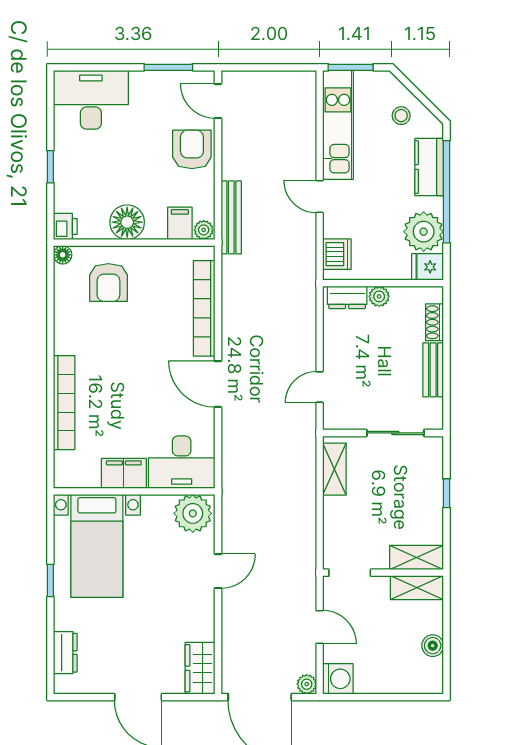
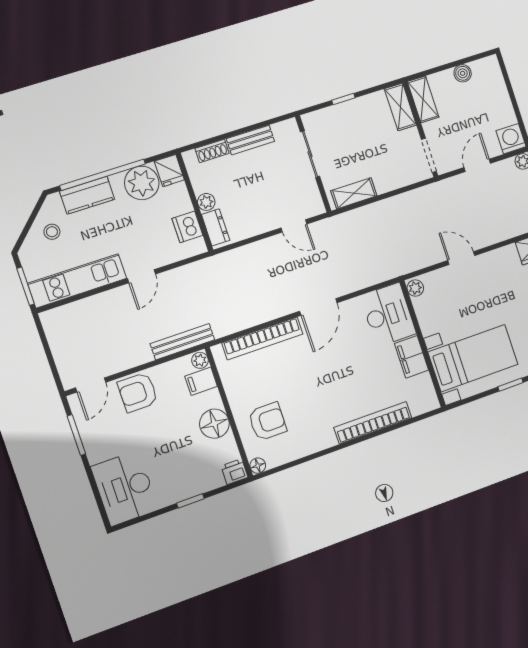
dishwasher: (337, 254) -> (187, 227), moved, turned -90
plant: (193, 513) -> (415, 288), width x0.53, depth x0.53

